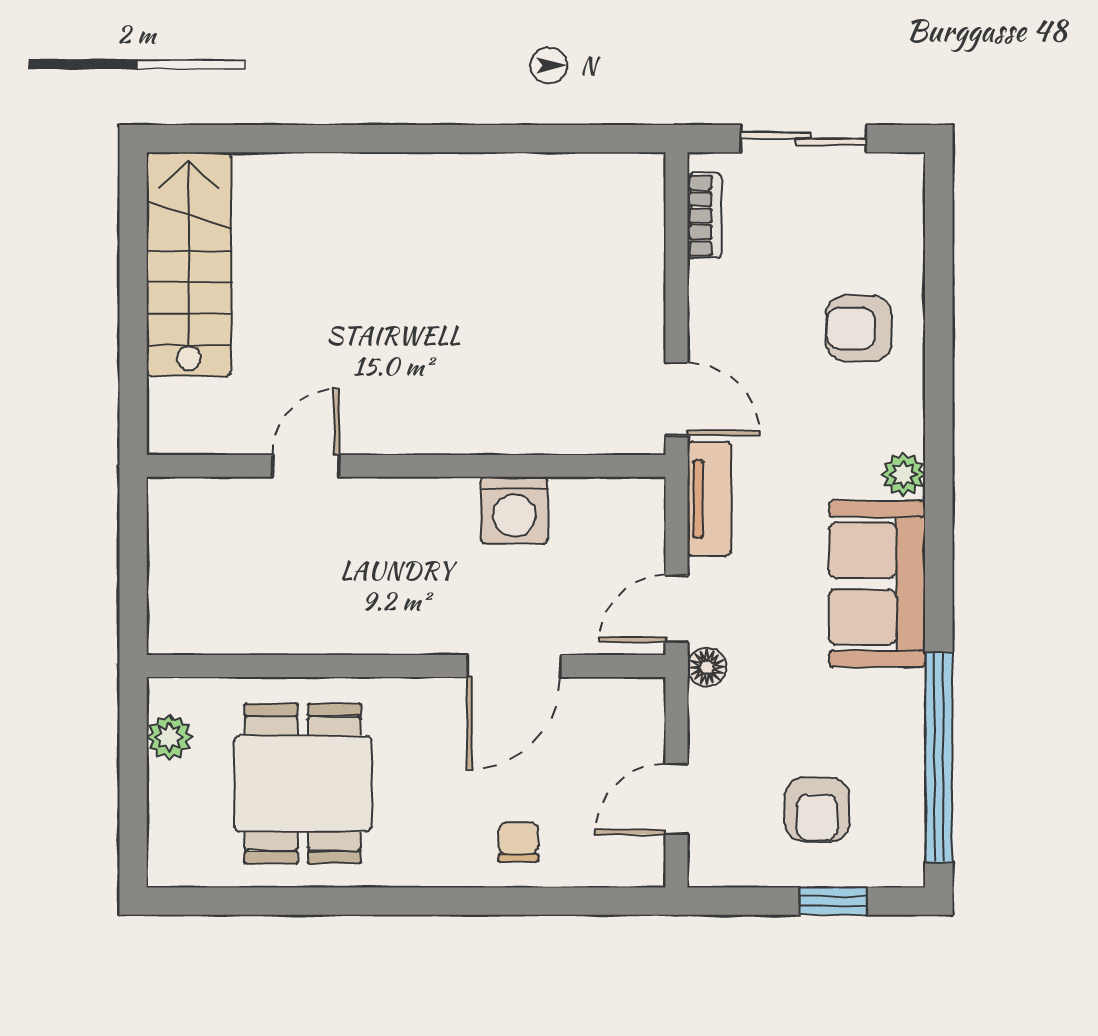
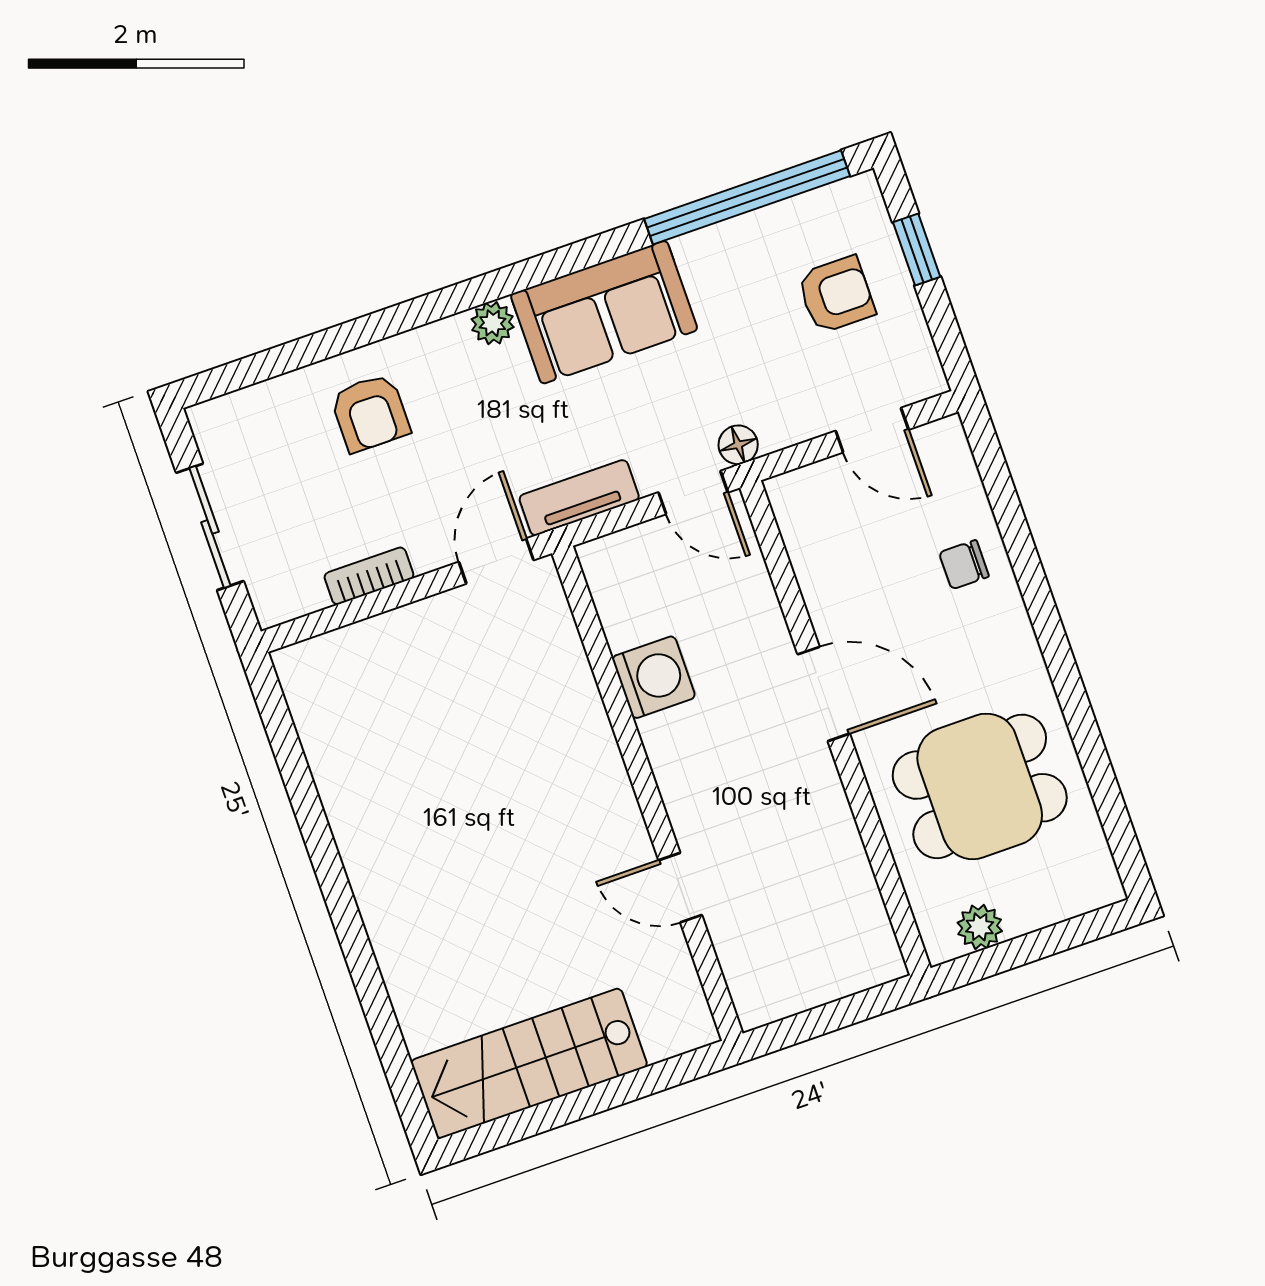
bookcase: (704, 216) -> (369, 576), moved
door: (514, 666) -> (824, 694), moved

